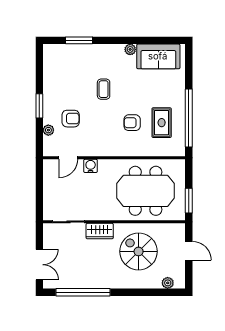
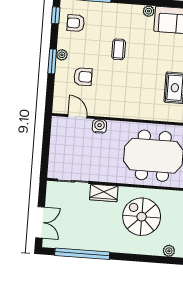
window: (39, 60) -> (56, 15), added
armchair: (132, 123) -> (76, 23), moved
plant: (48, 130) -> (62, 55), moved
door: (68, 158) -> (78, 116), swing flipped

